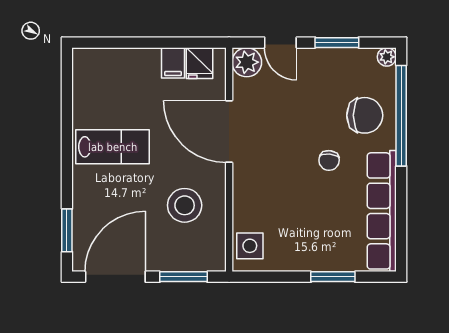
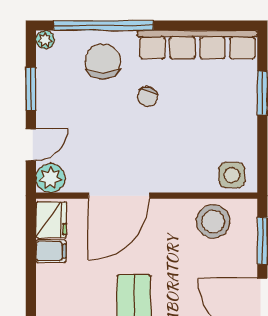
fridge: (200, 63) -> (51, 220), width x1.38
chair: (329, 160) -> (148, 97), turned 101
stool: (185, 205) -> (213, 222), moved

